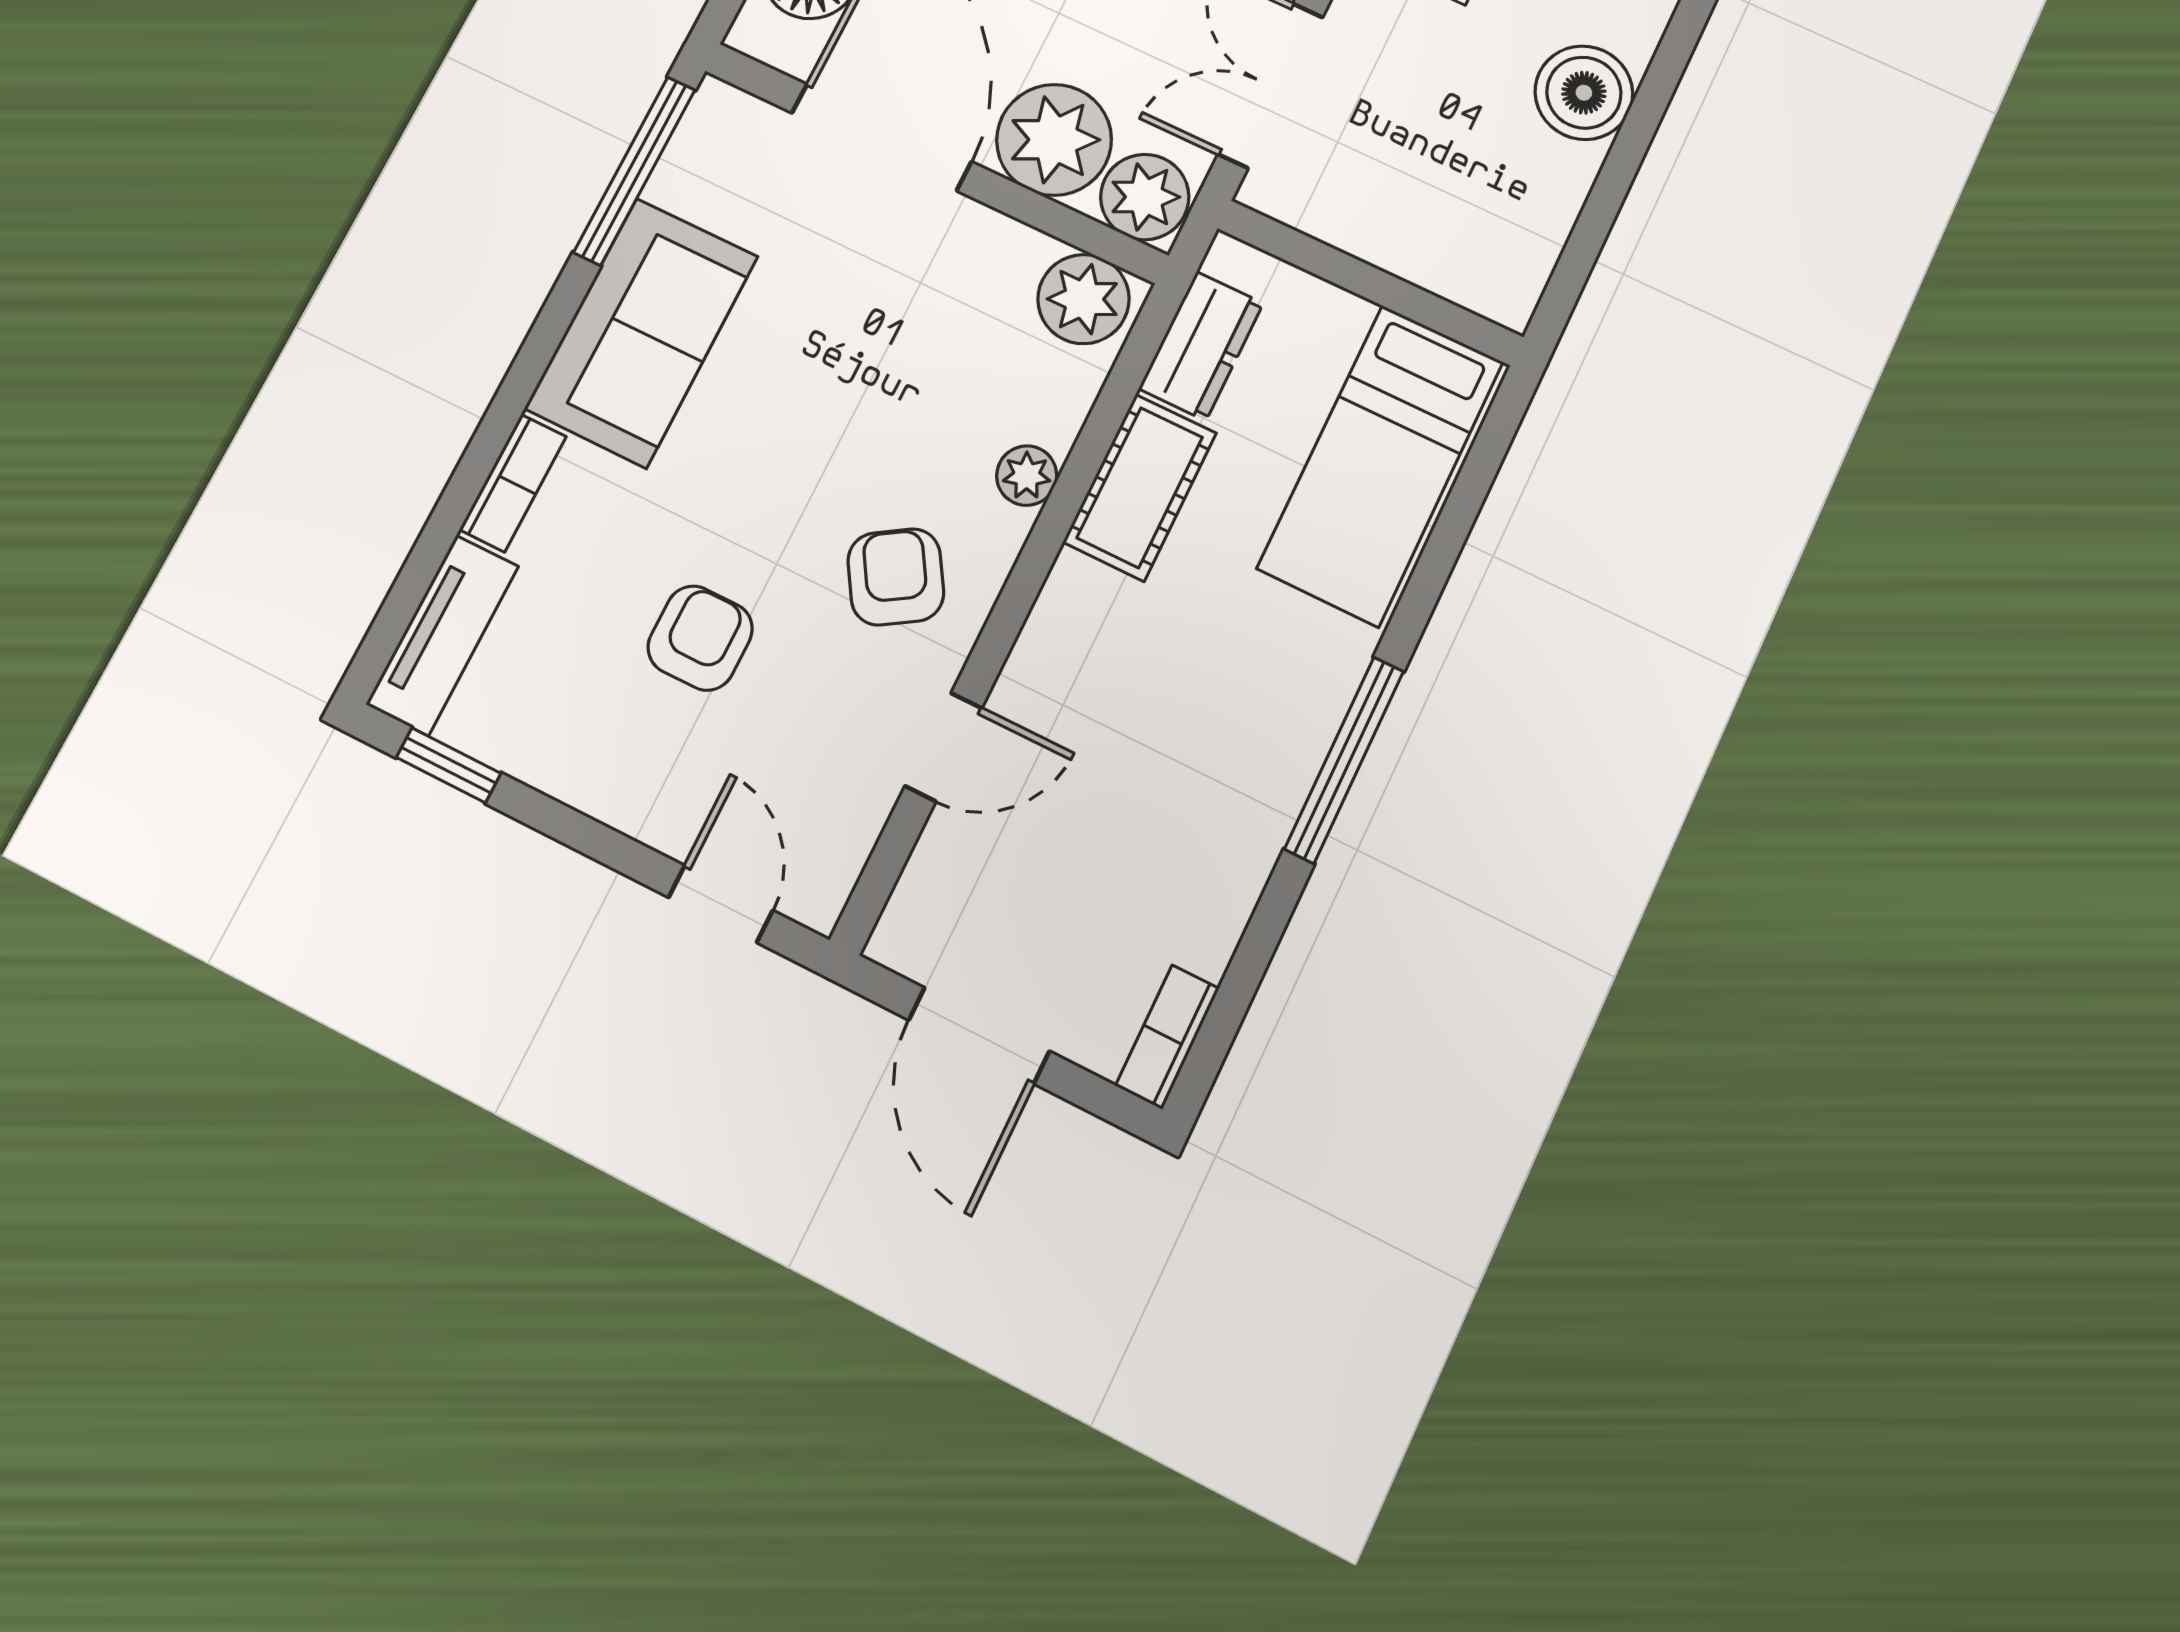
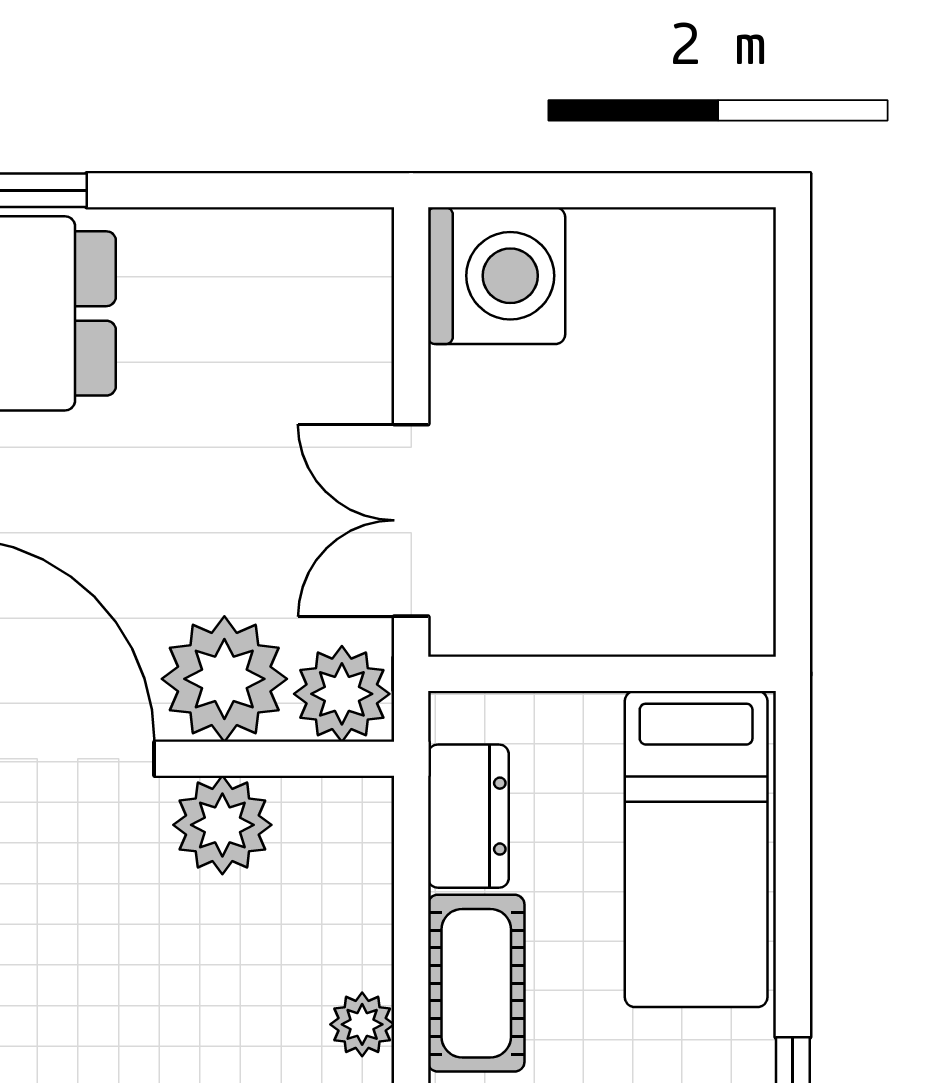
boiler: (1584, 93) -> (723, 379), removed
plant: (1083, 299) -> (222, 825), moved

